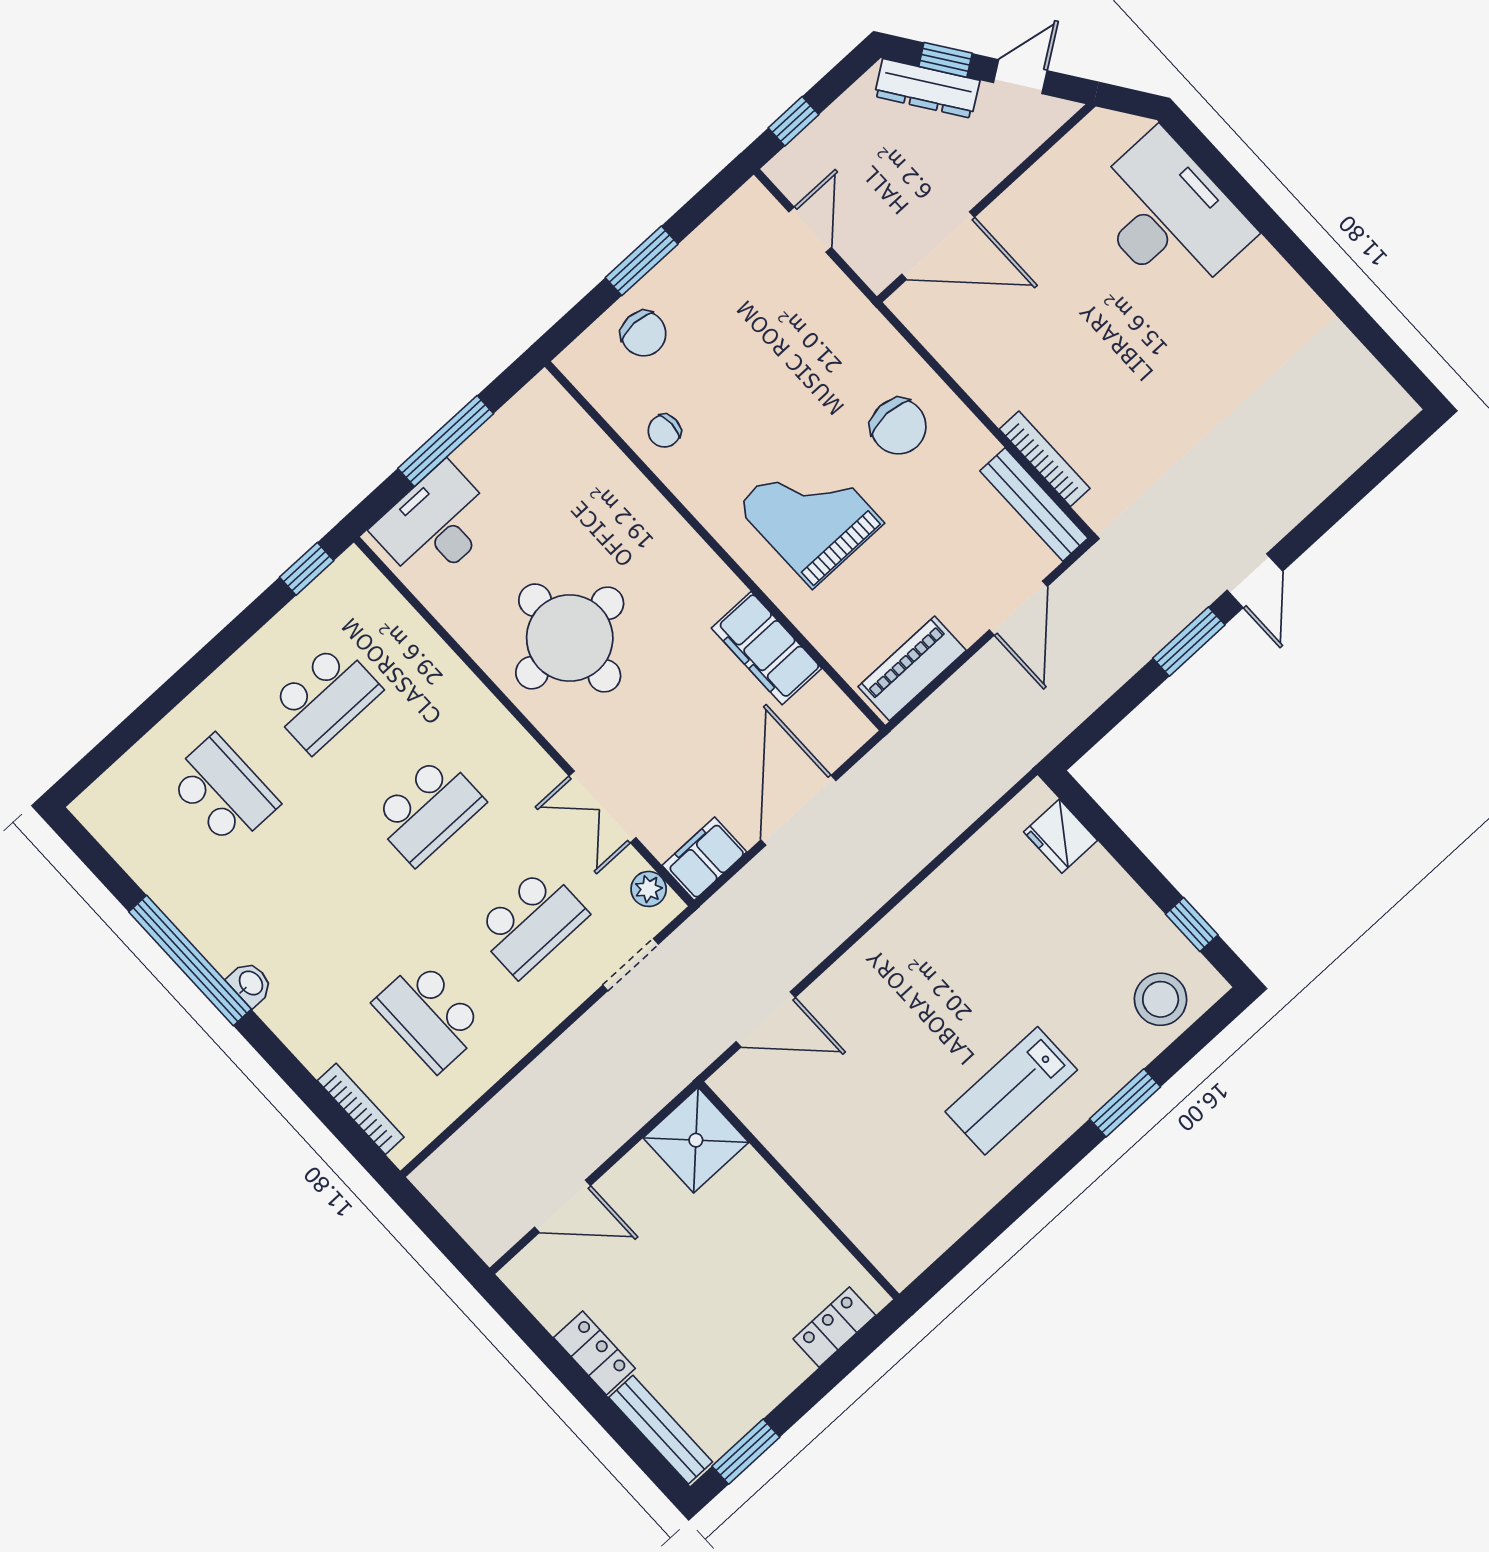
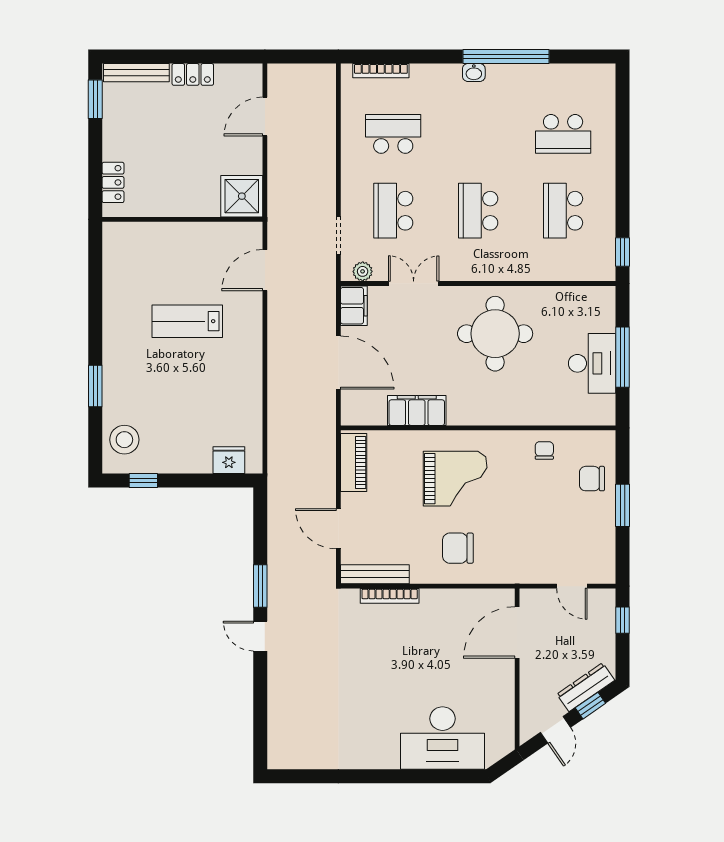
desk: (435, 525) -> (592, 363), moved
lab bench: (1011, 1091) -> (187, 321), moved, turned -90

